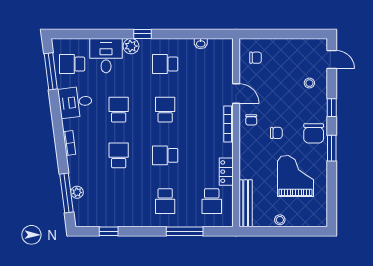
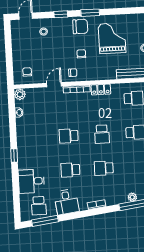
plant: (131, 46) -> (20, 94), moved
school desk: (165, 64) -> (35, 138), removed
locker: (226, 172) -> (101, 89), moved
grand piano: (296, 176) -> (112, 38), turned 90

